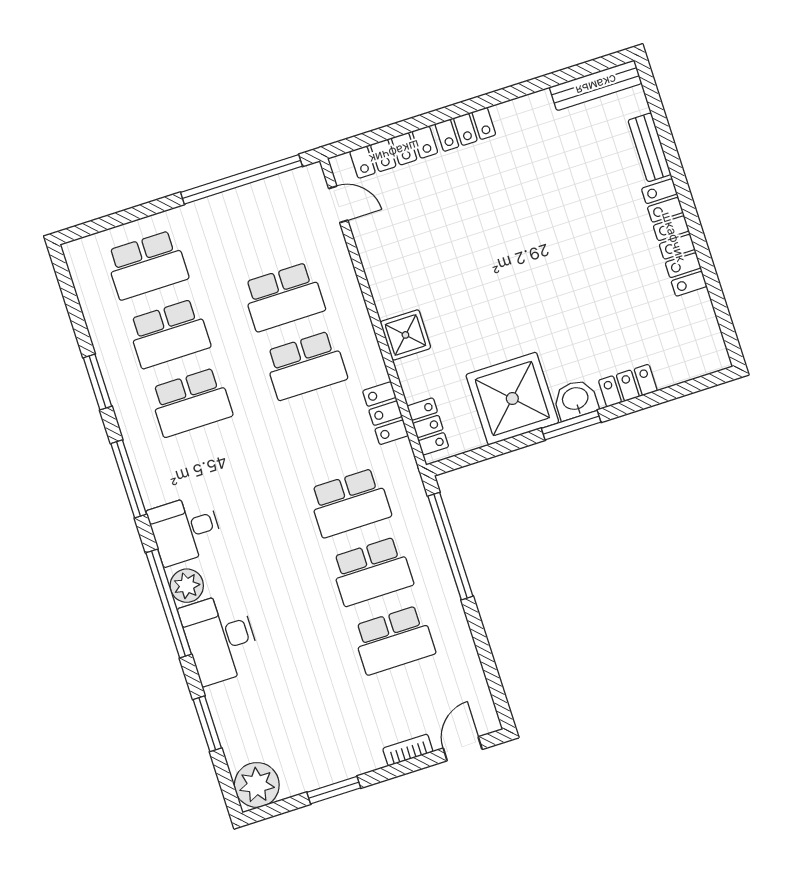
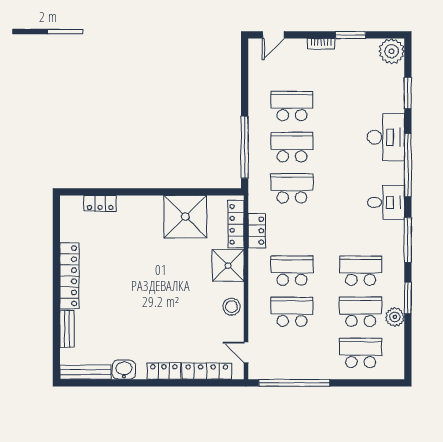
stool: (387, 273) -> (232, 307), added
shower: (405, 335) -> (228, 265), width x1.36, depth x1.36
locker: (628, 386) -> (100, 203), moved
washbasin: (575, 399) -> (124, 370), moved, turned 180
window: (571, 425) -> (158, 192), removed
locker: (428, 426) -> (236, 224), width x1.53
plant: (187, 586) -> (395, 317), moved
bookcase: (408, 750) -> (321, 44), moved

